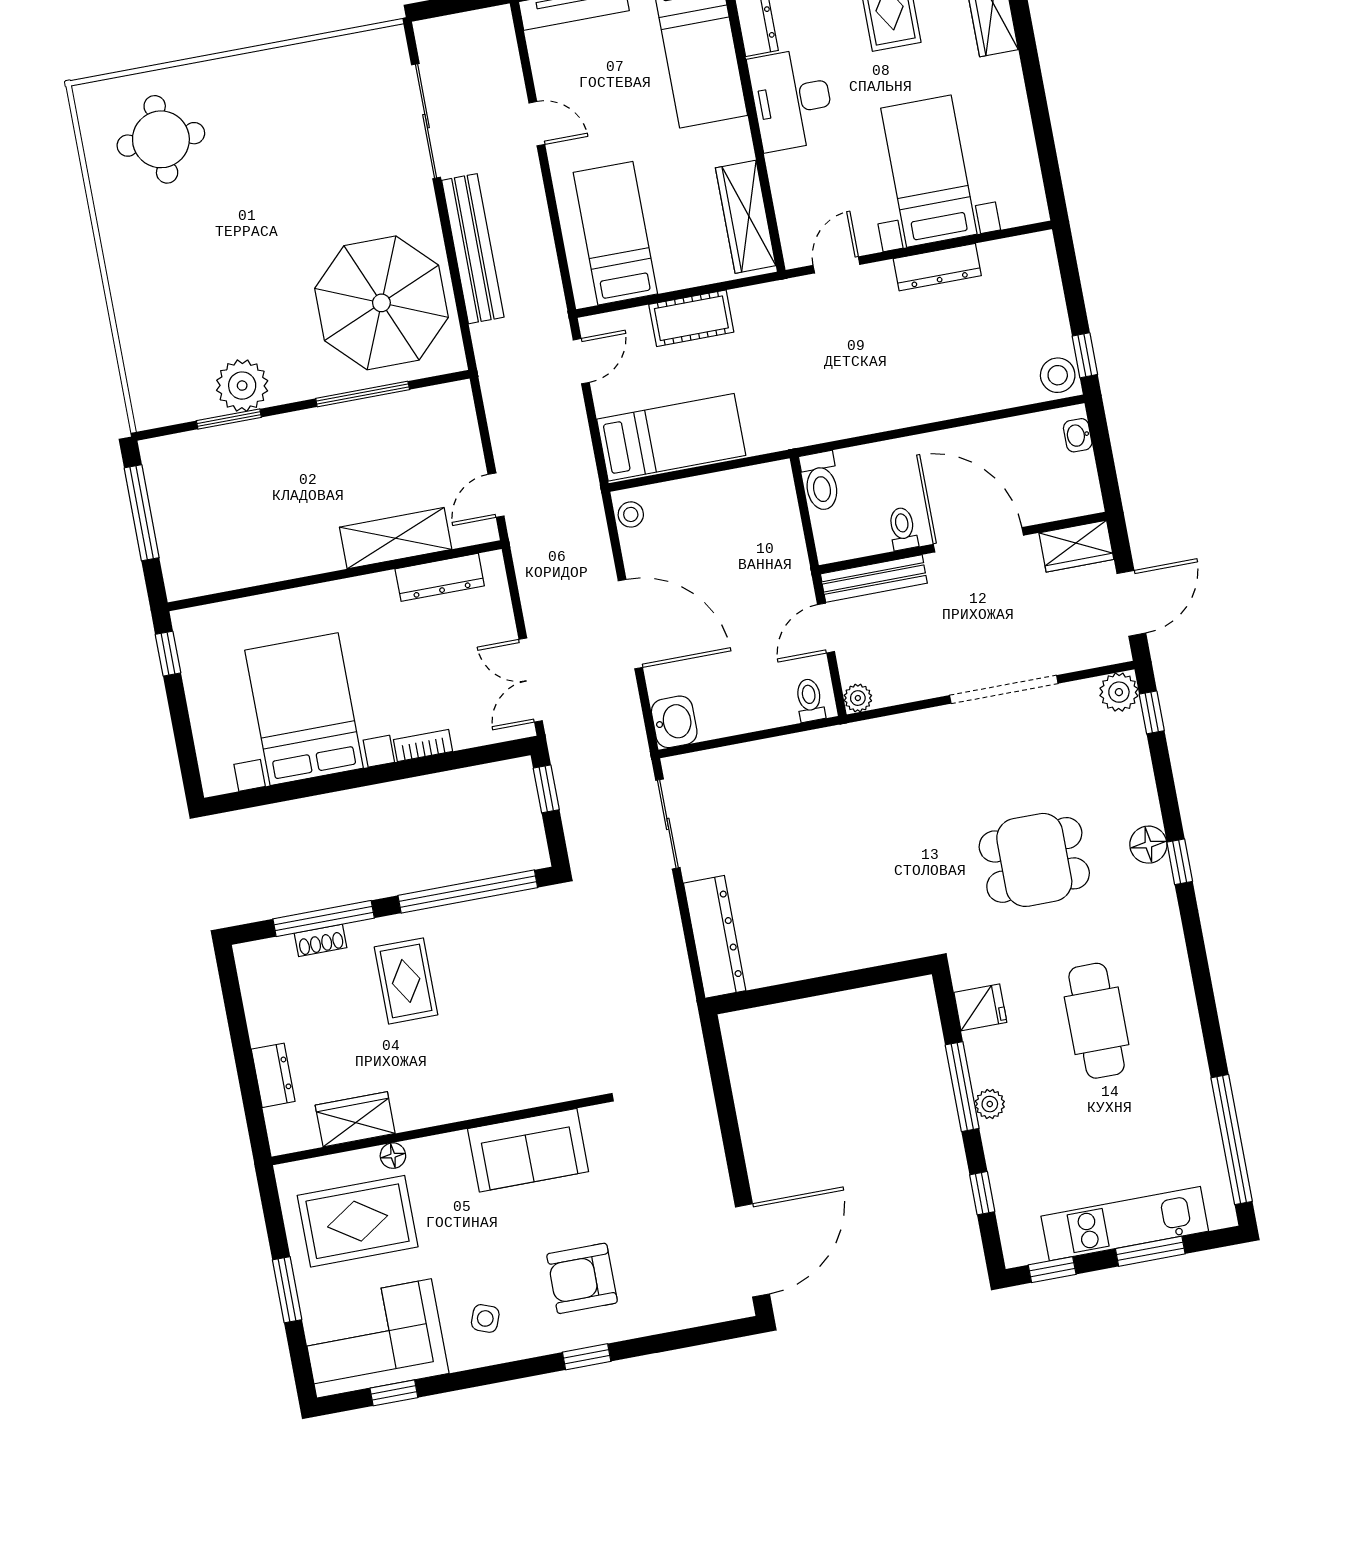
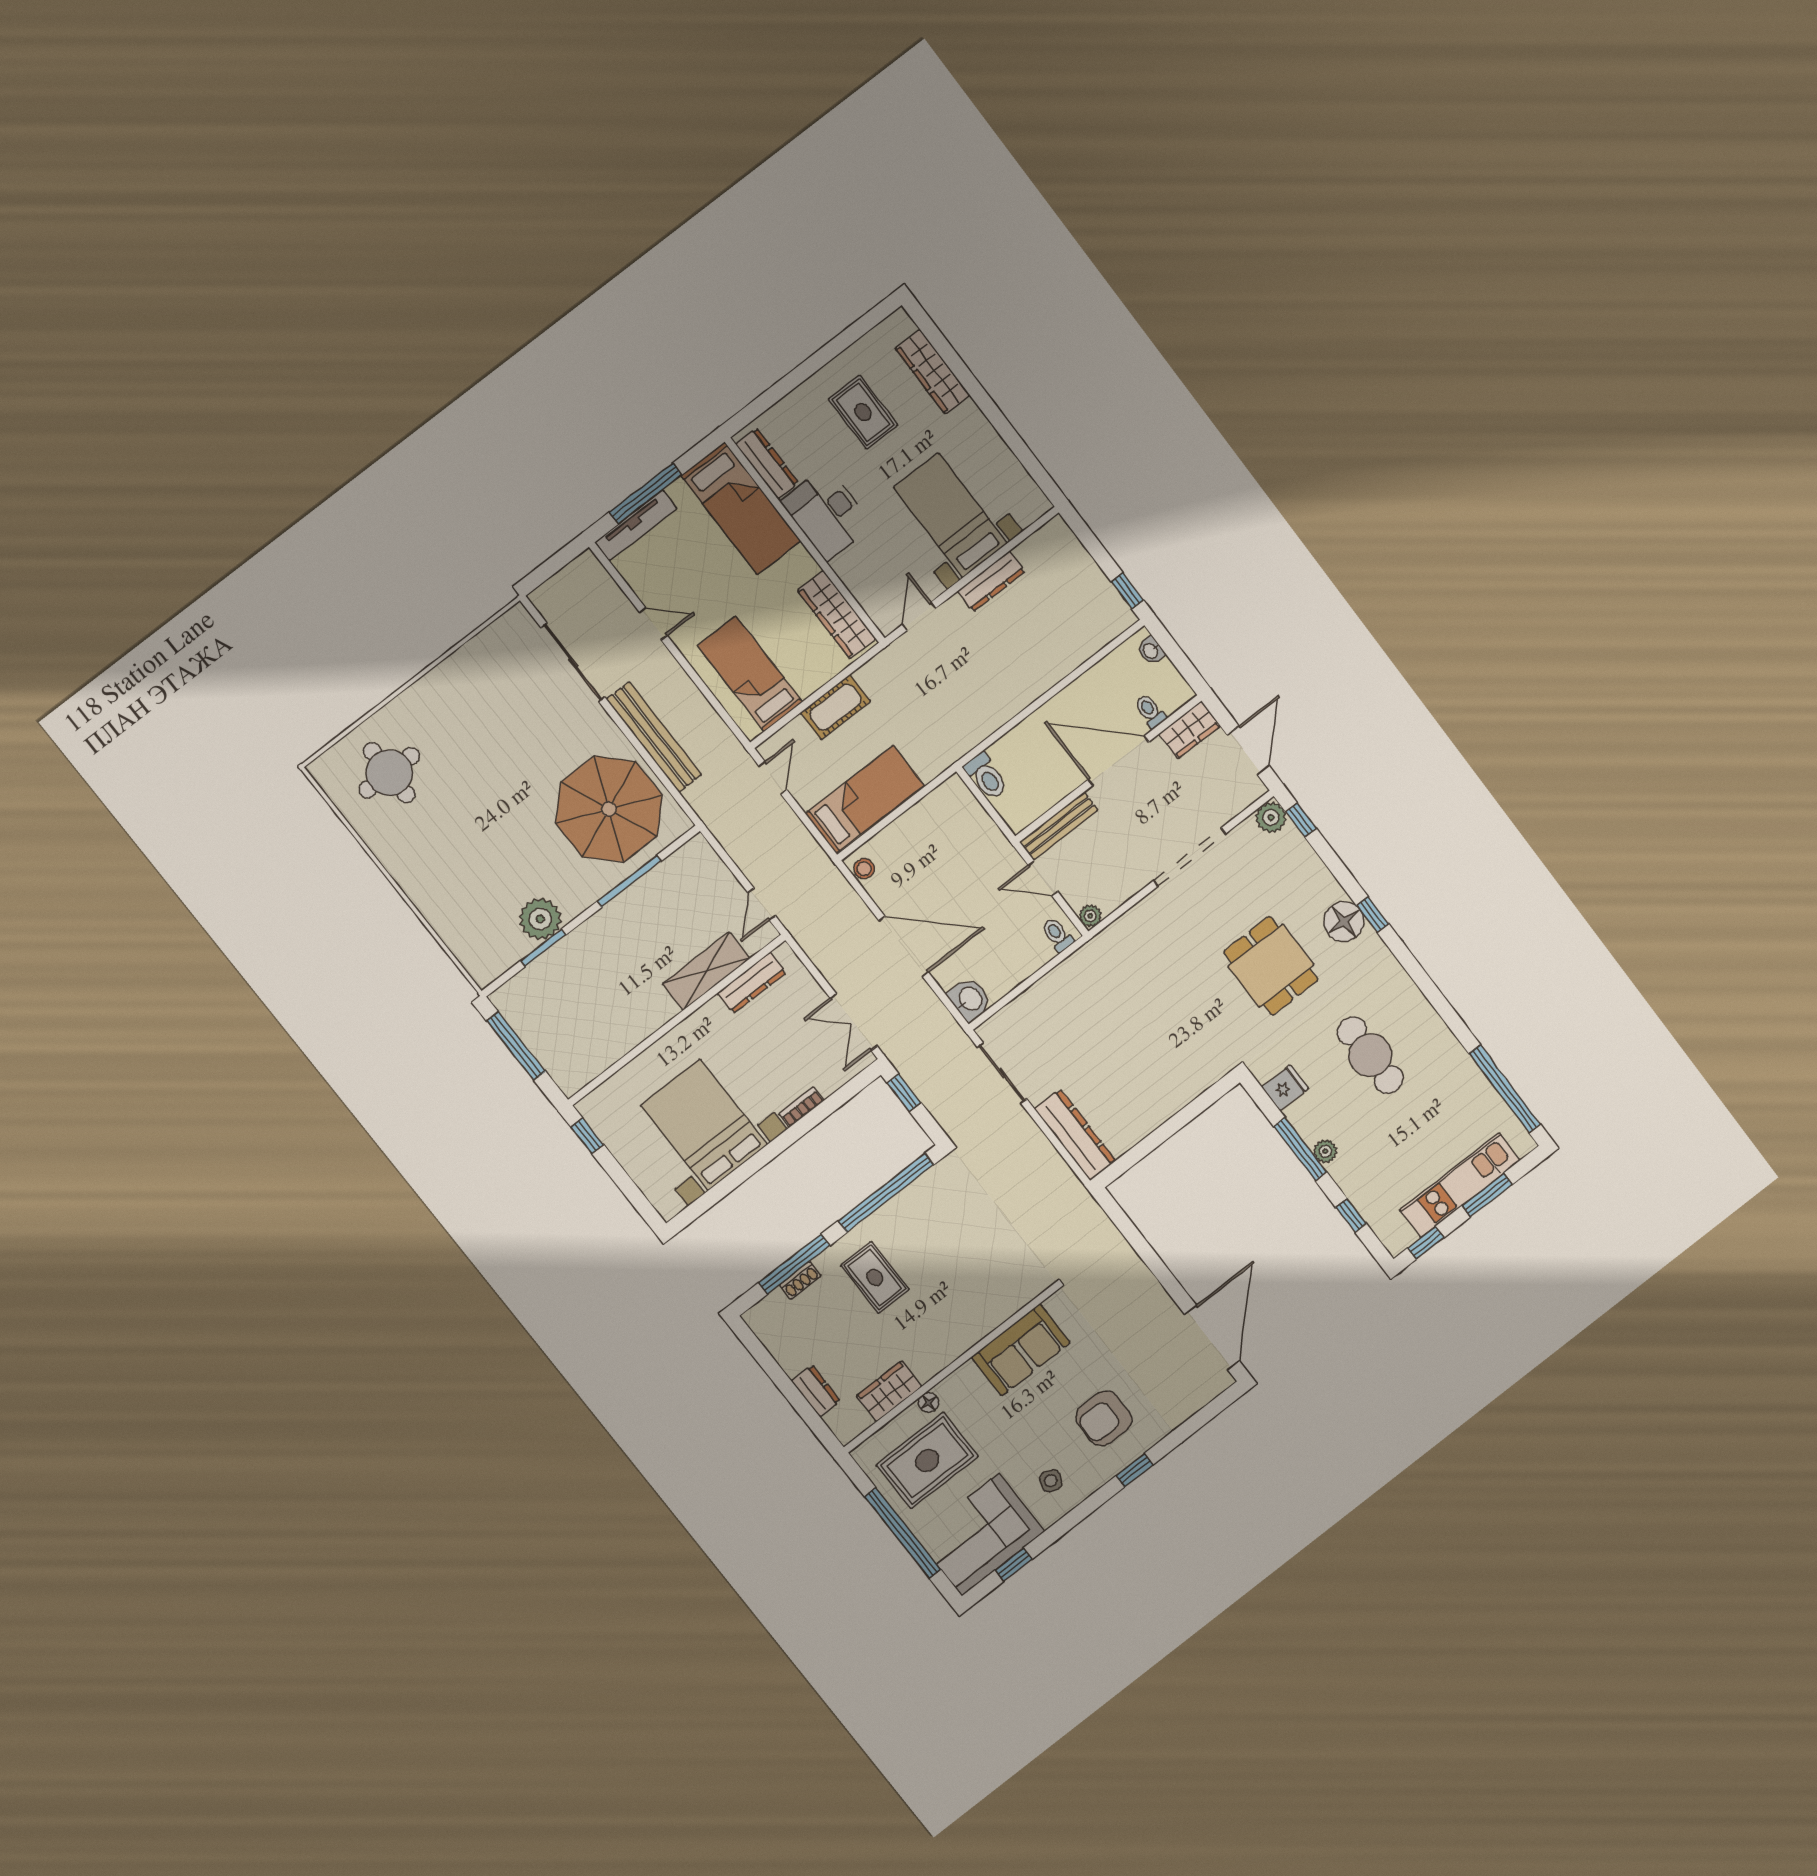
stool: (1058, 375) -> (1115, 615), removed
toilet: (903, 529) -> (1150, 711), moved
door: (826, 628) -> (1043, 878), hinge flipped
floor lamp: (1148, 845) -> (1344, 922), width x1.38, depth x1.38
dining table: (1034, 860) -> (1271, 966), turned 90
window: (287, 1290) -> (903, 1533), width x2.11

